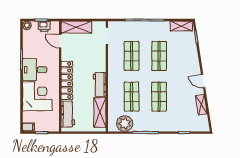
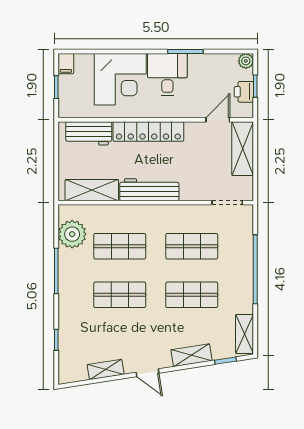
shelving: (193, 56) -> (191, 355), added
door: (203, 81) -> (147, 373), swing flipped
workbench: (100, 84) -> (149, 190), width x1.38

